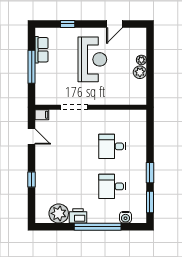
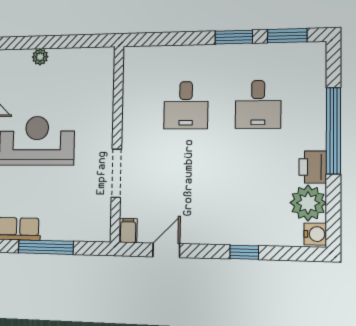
plant: (140, 72) -> (60, 59), removed
water cooler: (126, 217) -> (315, 234), moved

